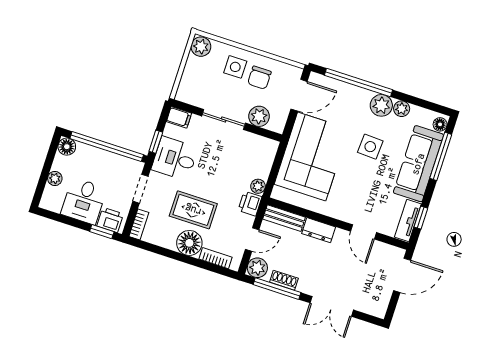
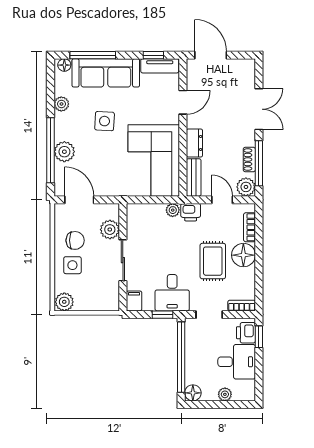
plant: (381, 105) -> (64, 152), moved
corner sofa: (312, 156) -> (154, 160), moved, turned -90

